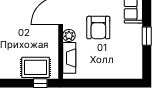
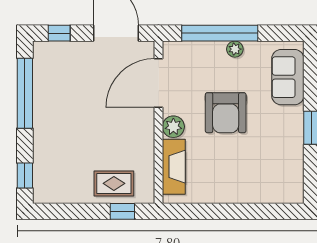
rug: (35, 67) -> (114, 183), width x0.73, depth x0.70

